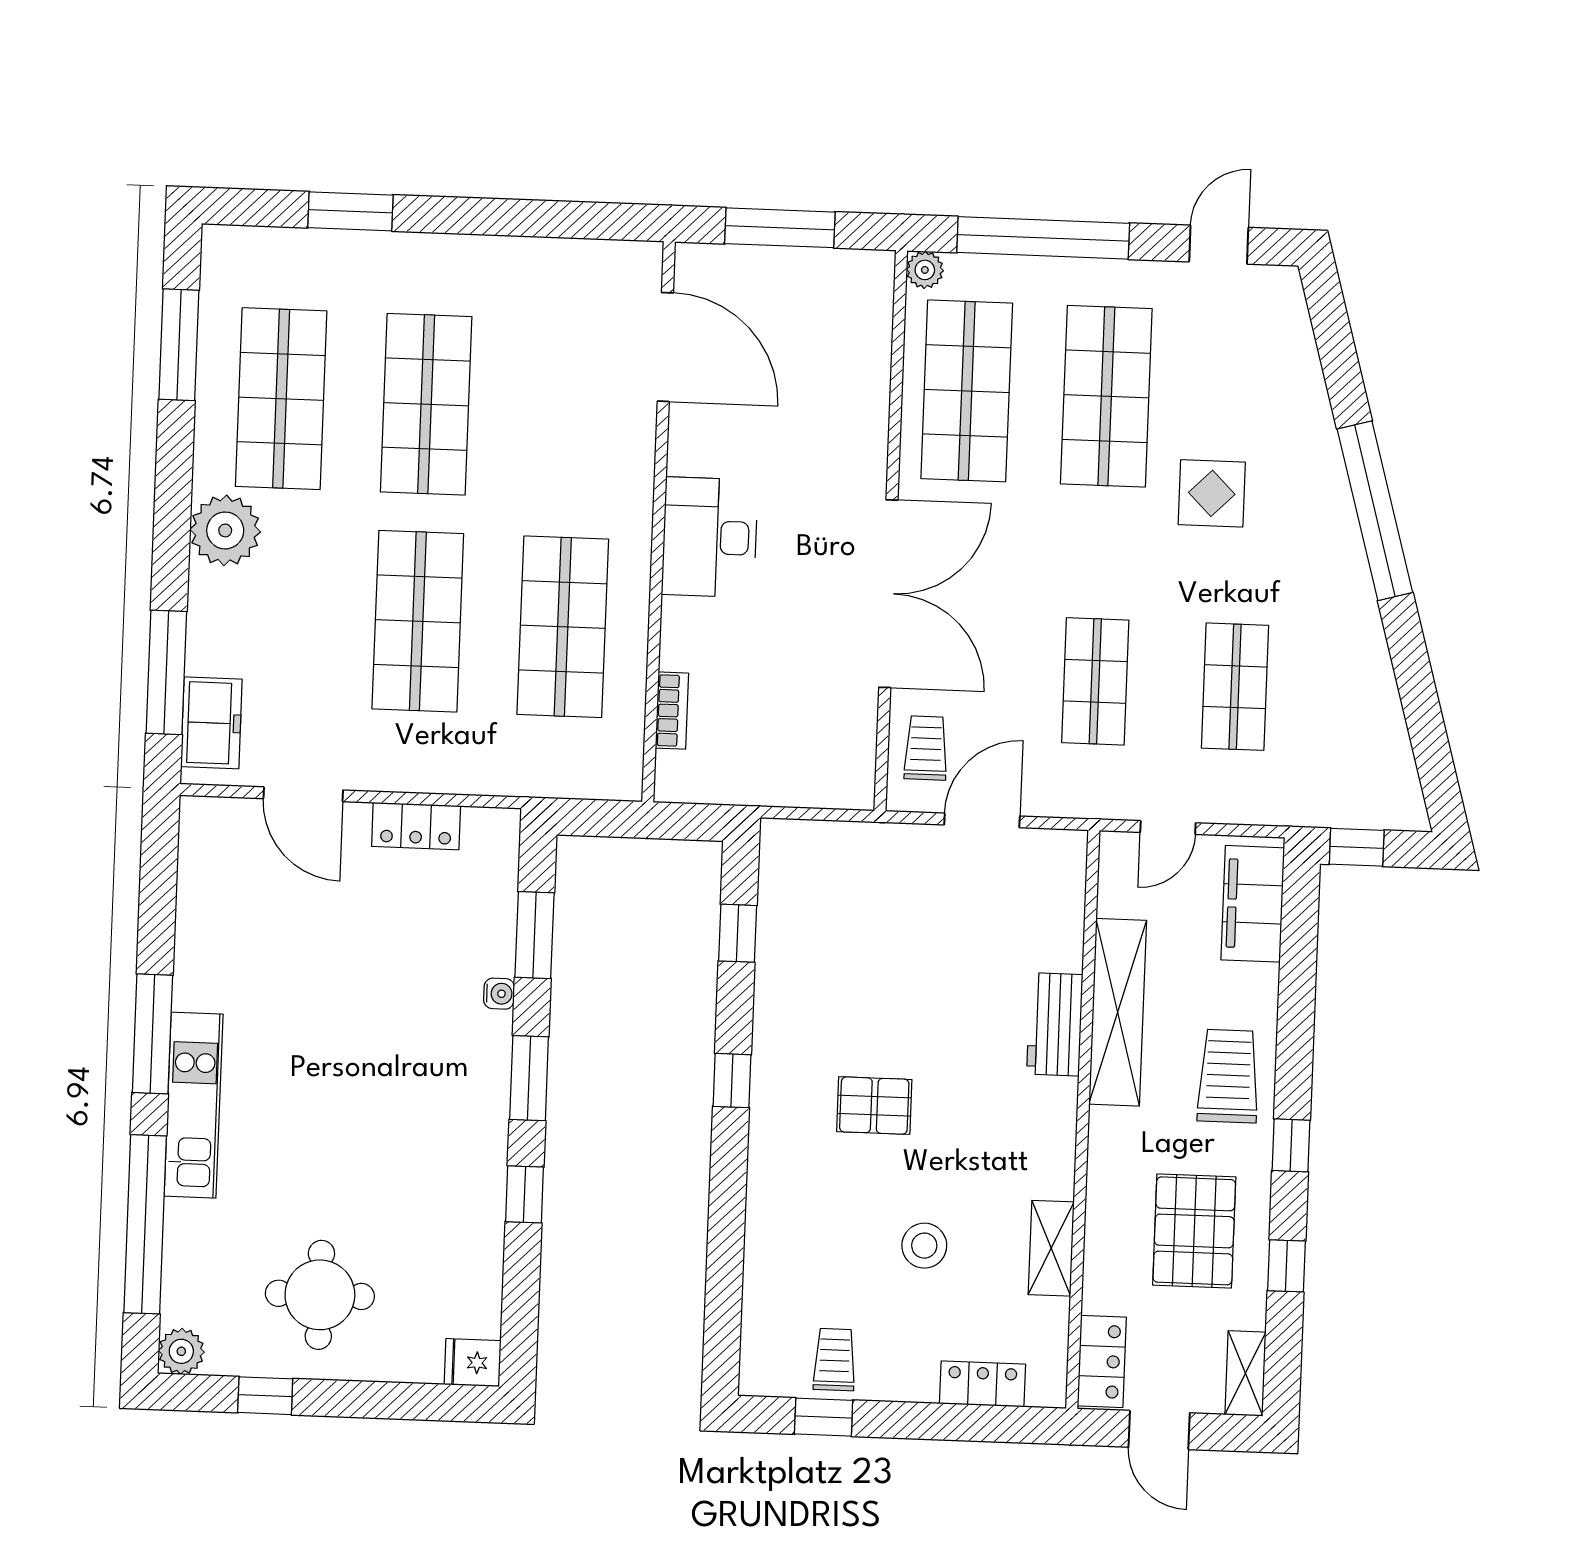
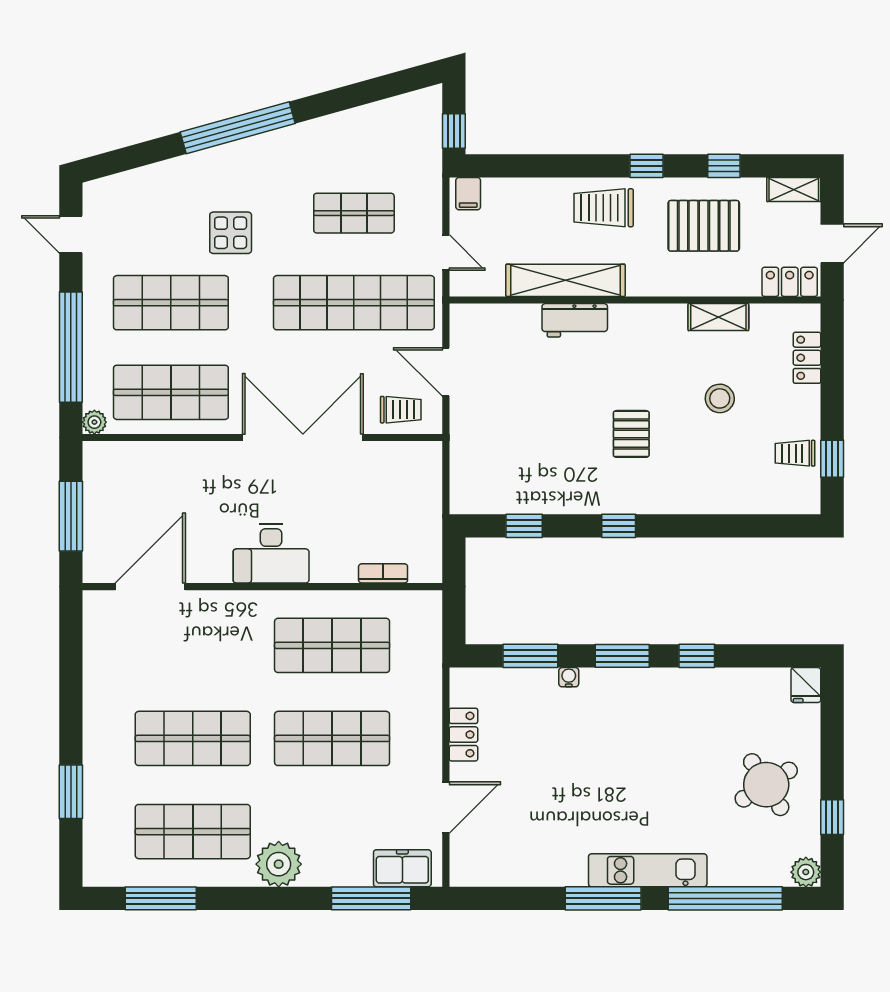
shop shelf: (1095, 681) -> (354, 303), width x2.00, depth x1.36
trolley: (926, 748) -> (401, 410), turned 180
filing cabinet: (1253, 904) -> (468, 194), width x0.33, depth x0.86
round table: (320, 1295) -> (766, 785), turned -32

